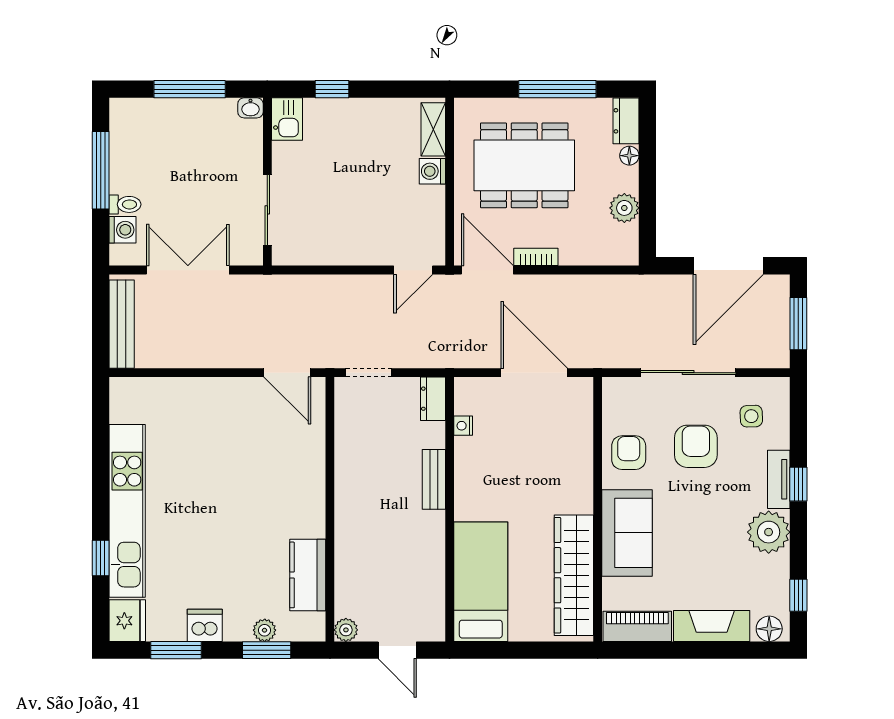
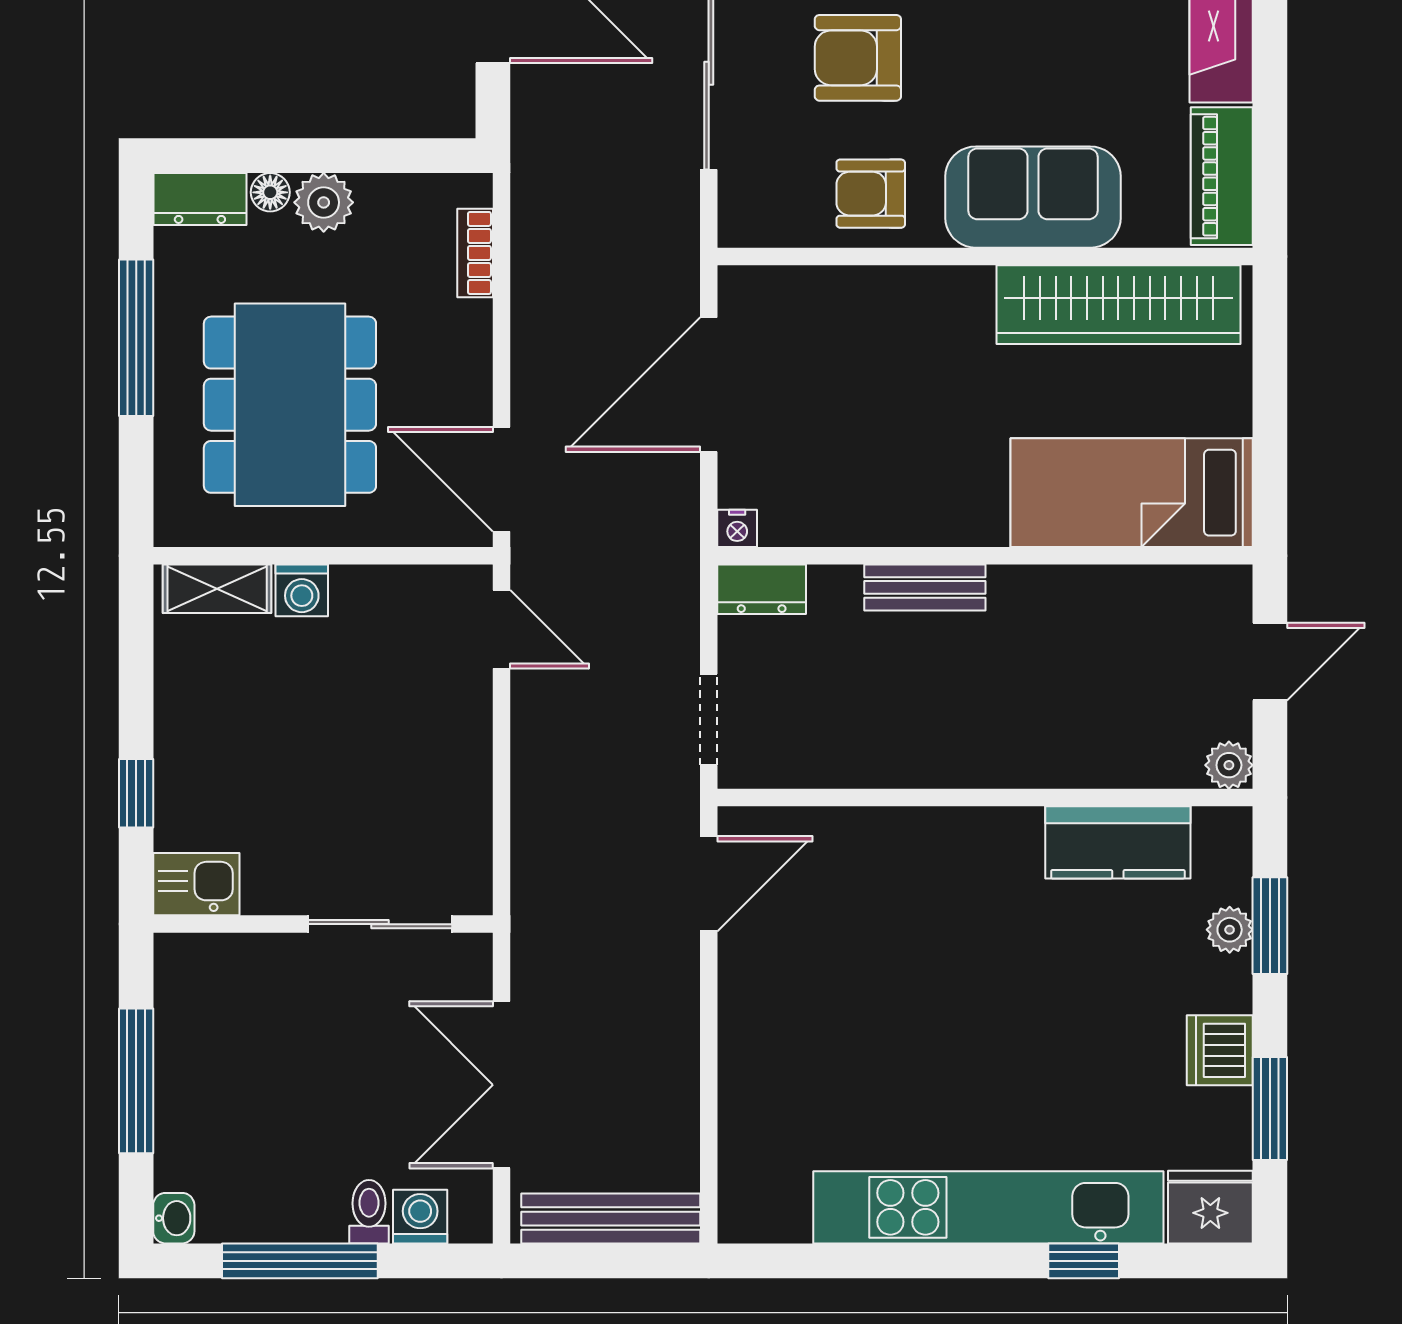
washbasin: (250, 108) -> (174, 1218), moved
plant: (624, 208) -> (324, 202), moved
bookcase: (536, 257) -> (475, 253), moved
door: (487, 270) -> (502, 479), hinge flipped
nightstand: (463, 426) -> (737, 528), moved

